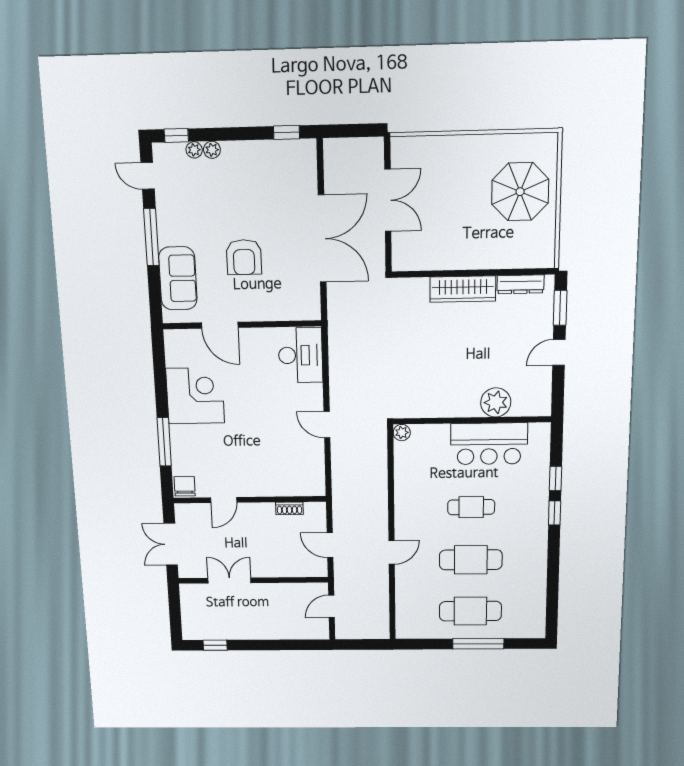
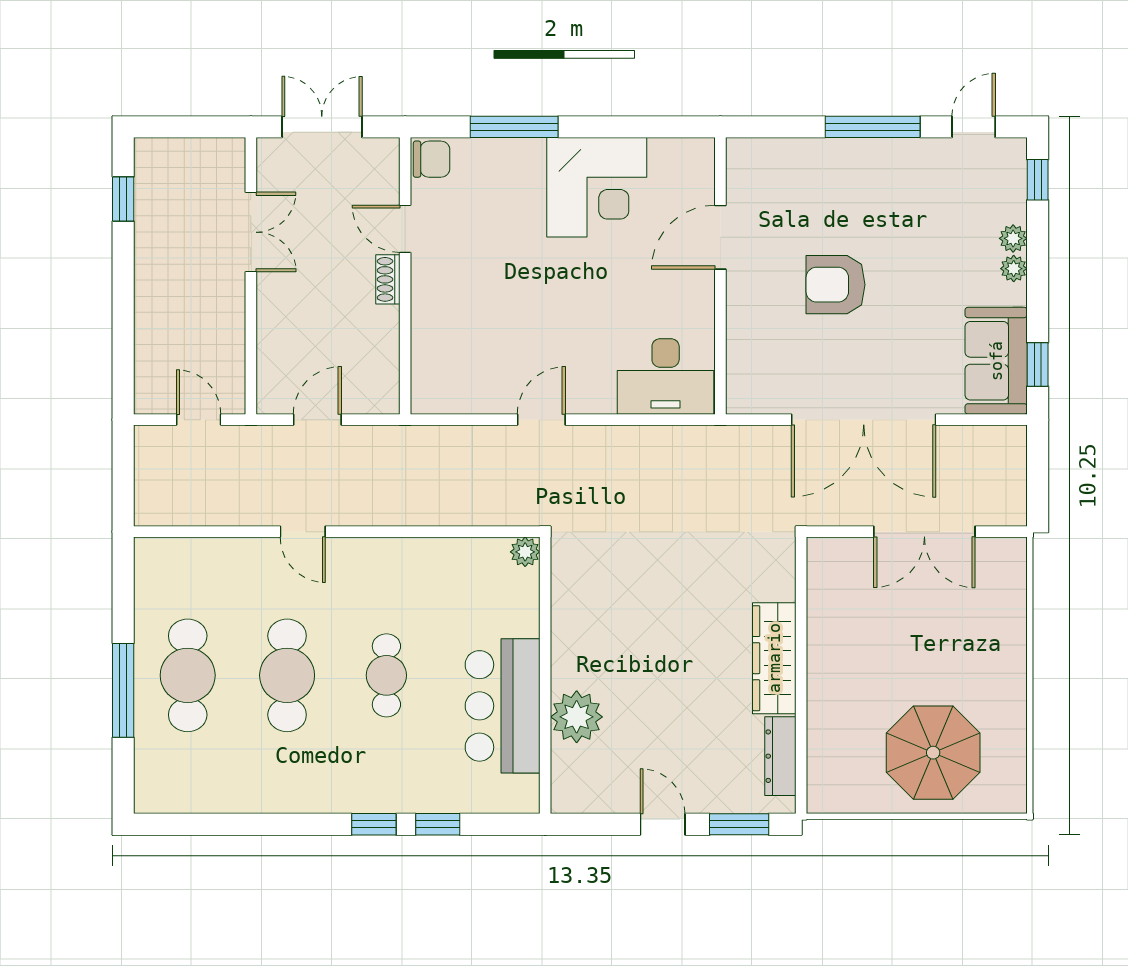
plant: (194, 150) -> (1014, 269), moved
sofa: (178, 278) -> (996, 361), moved, turned 90
shoe rack: (289, 508) -> (388, 279), moved

